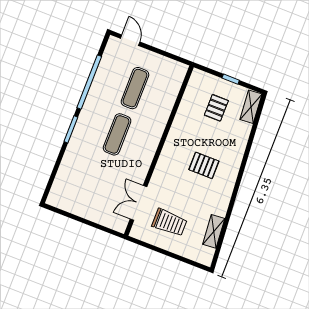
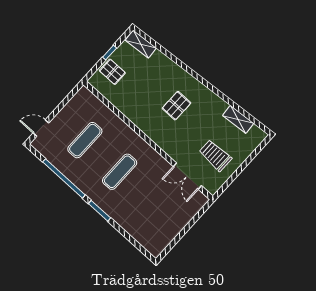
exercise mat: (135, 88) -> (85, 140), turned 90
pallet: (216, 108) -> (112, 72), moved
exercise mat: (117, 134) -> (120, 172), turned 90
trolley: (169, 223) -> (215, 155), turned -90

